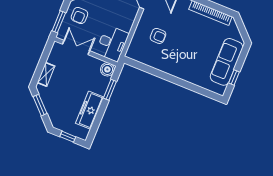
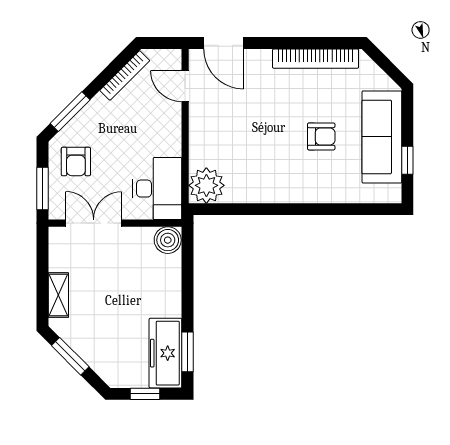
armchair: (158, 36) -> (321, 136), moved
plant: (136, 51) -> (206, 185), added
window: (110, 90) -> (188, 352), moved
freezer: (90, 110) -> (165, 353), moved

